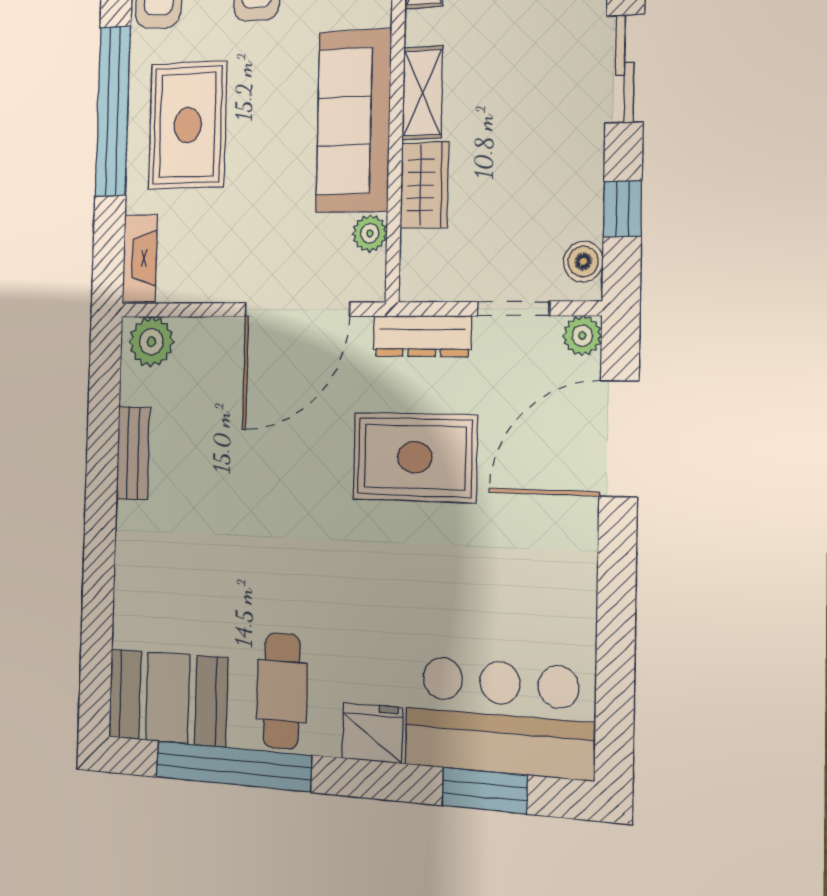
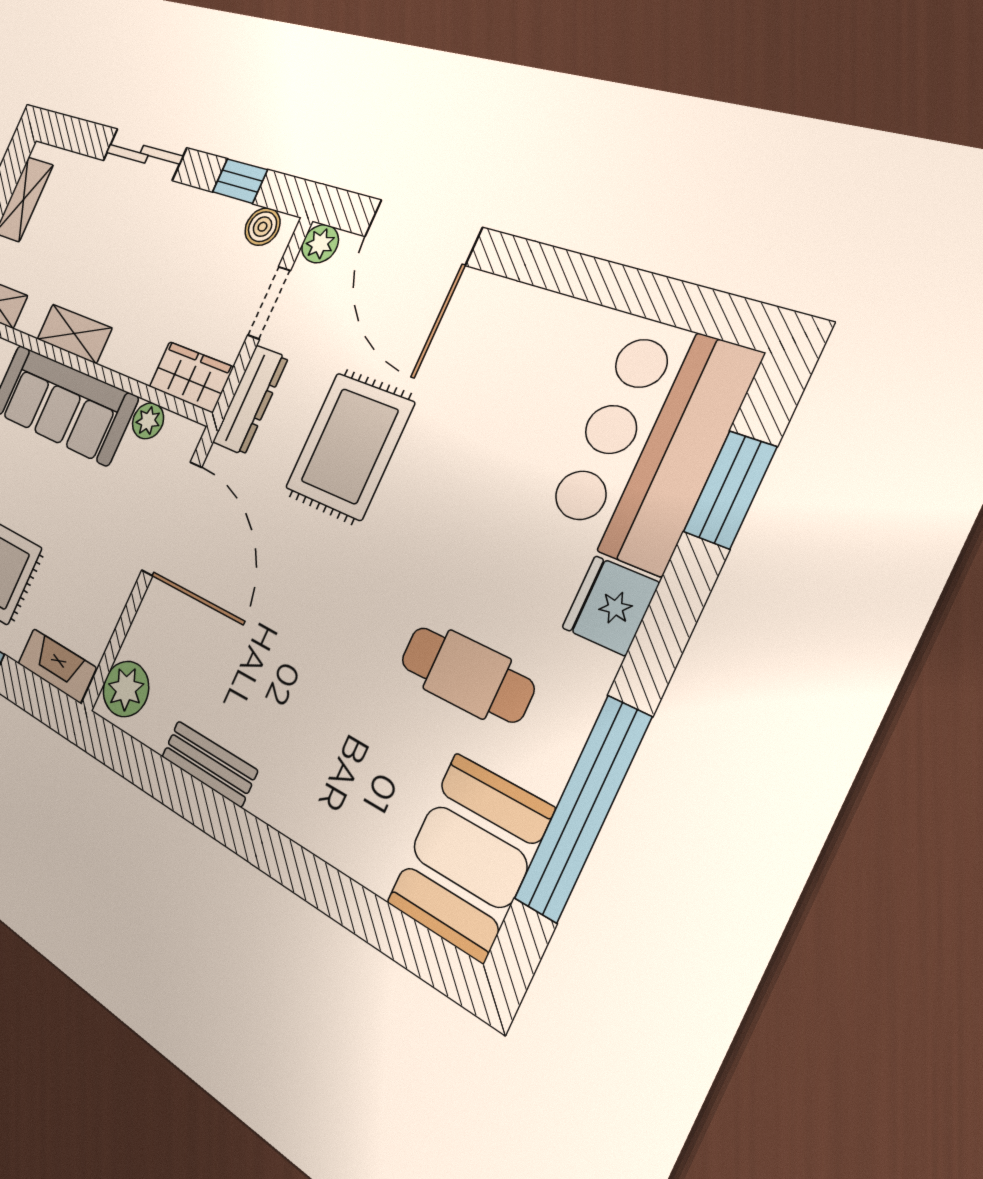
wardrobe: (424, 185) -> (191, 377), moved
cafe table: (282, 691) -> (466, 674), moved

